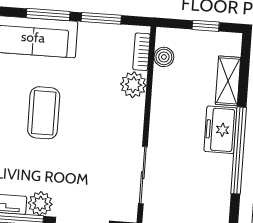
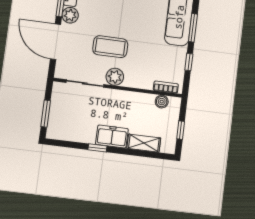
window: (101, 18) -> (189, 62), width x0.67
plant: (133, 85) -> (115, 77), moved
coffee table: (44, 113) -> (110, 47), moved
window: (239, 150) -> (97, 148), width x0.32

